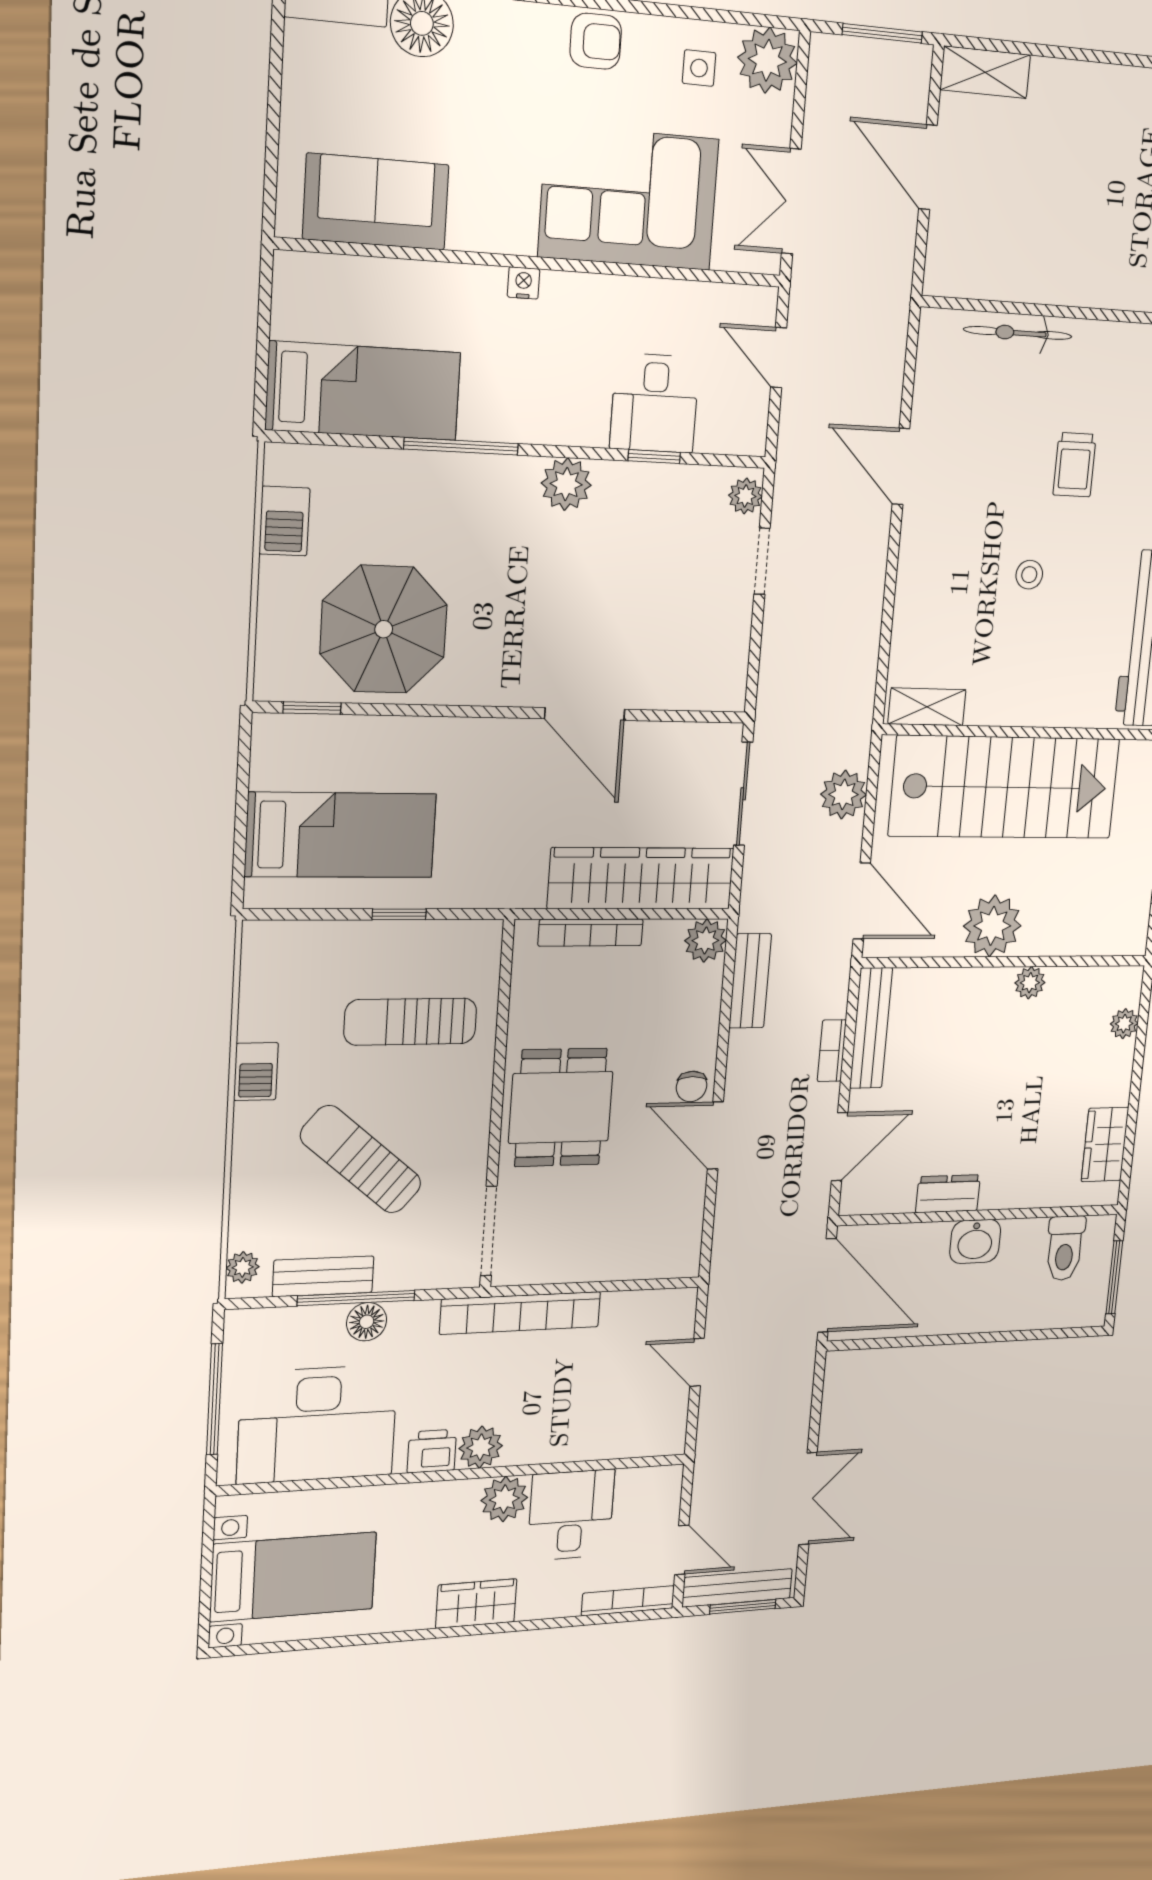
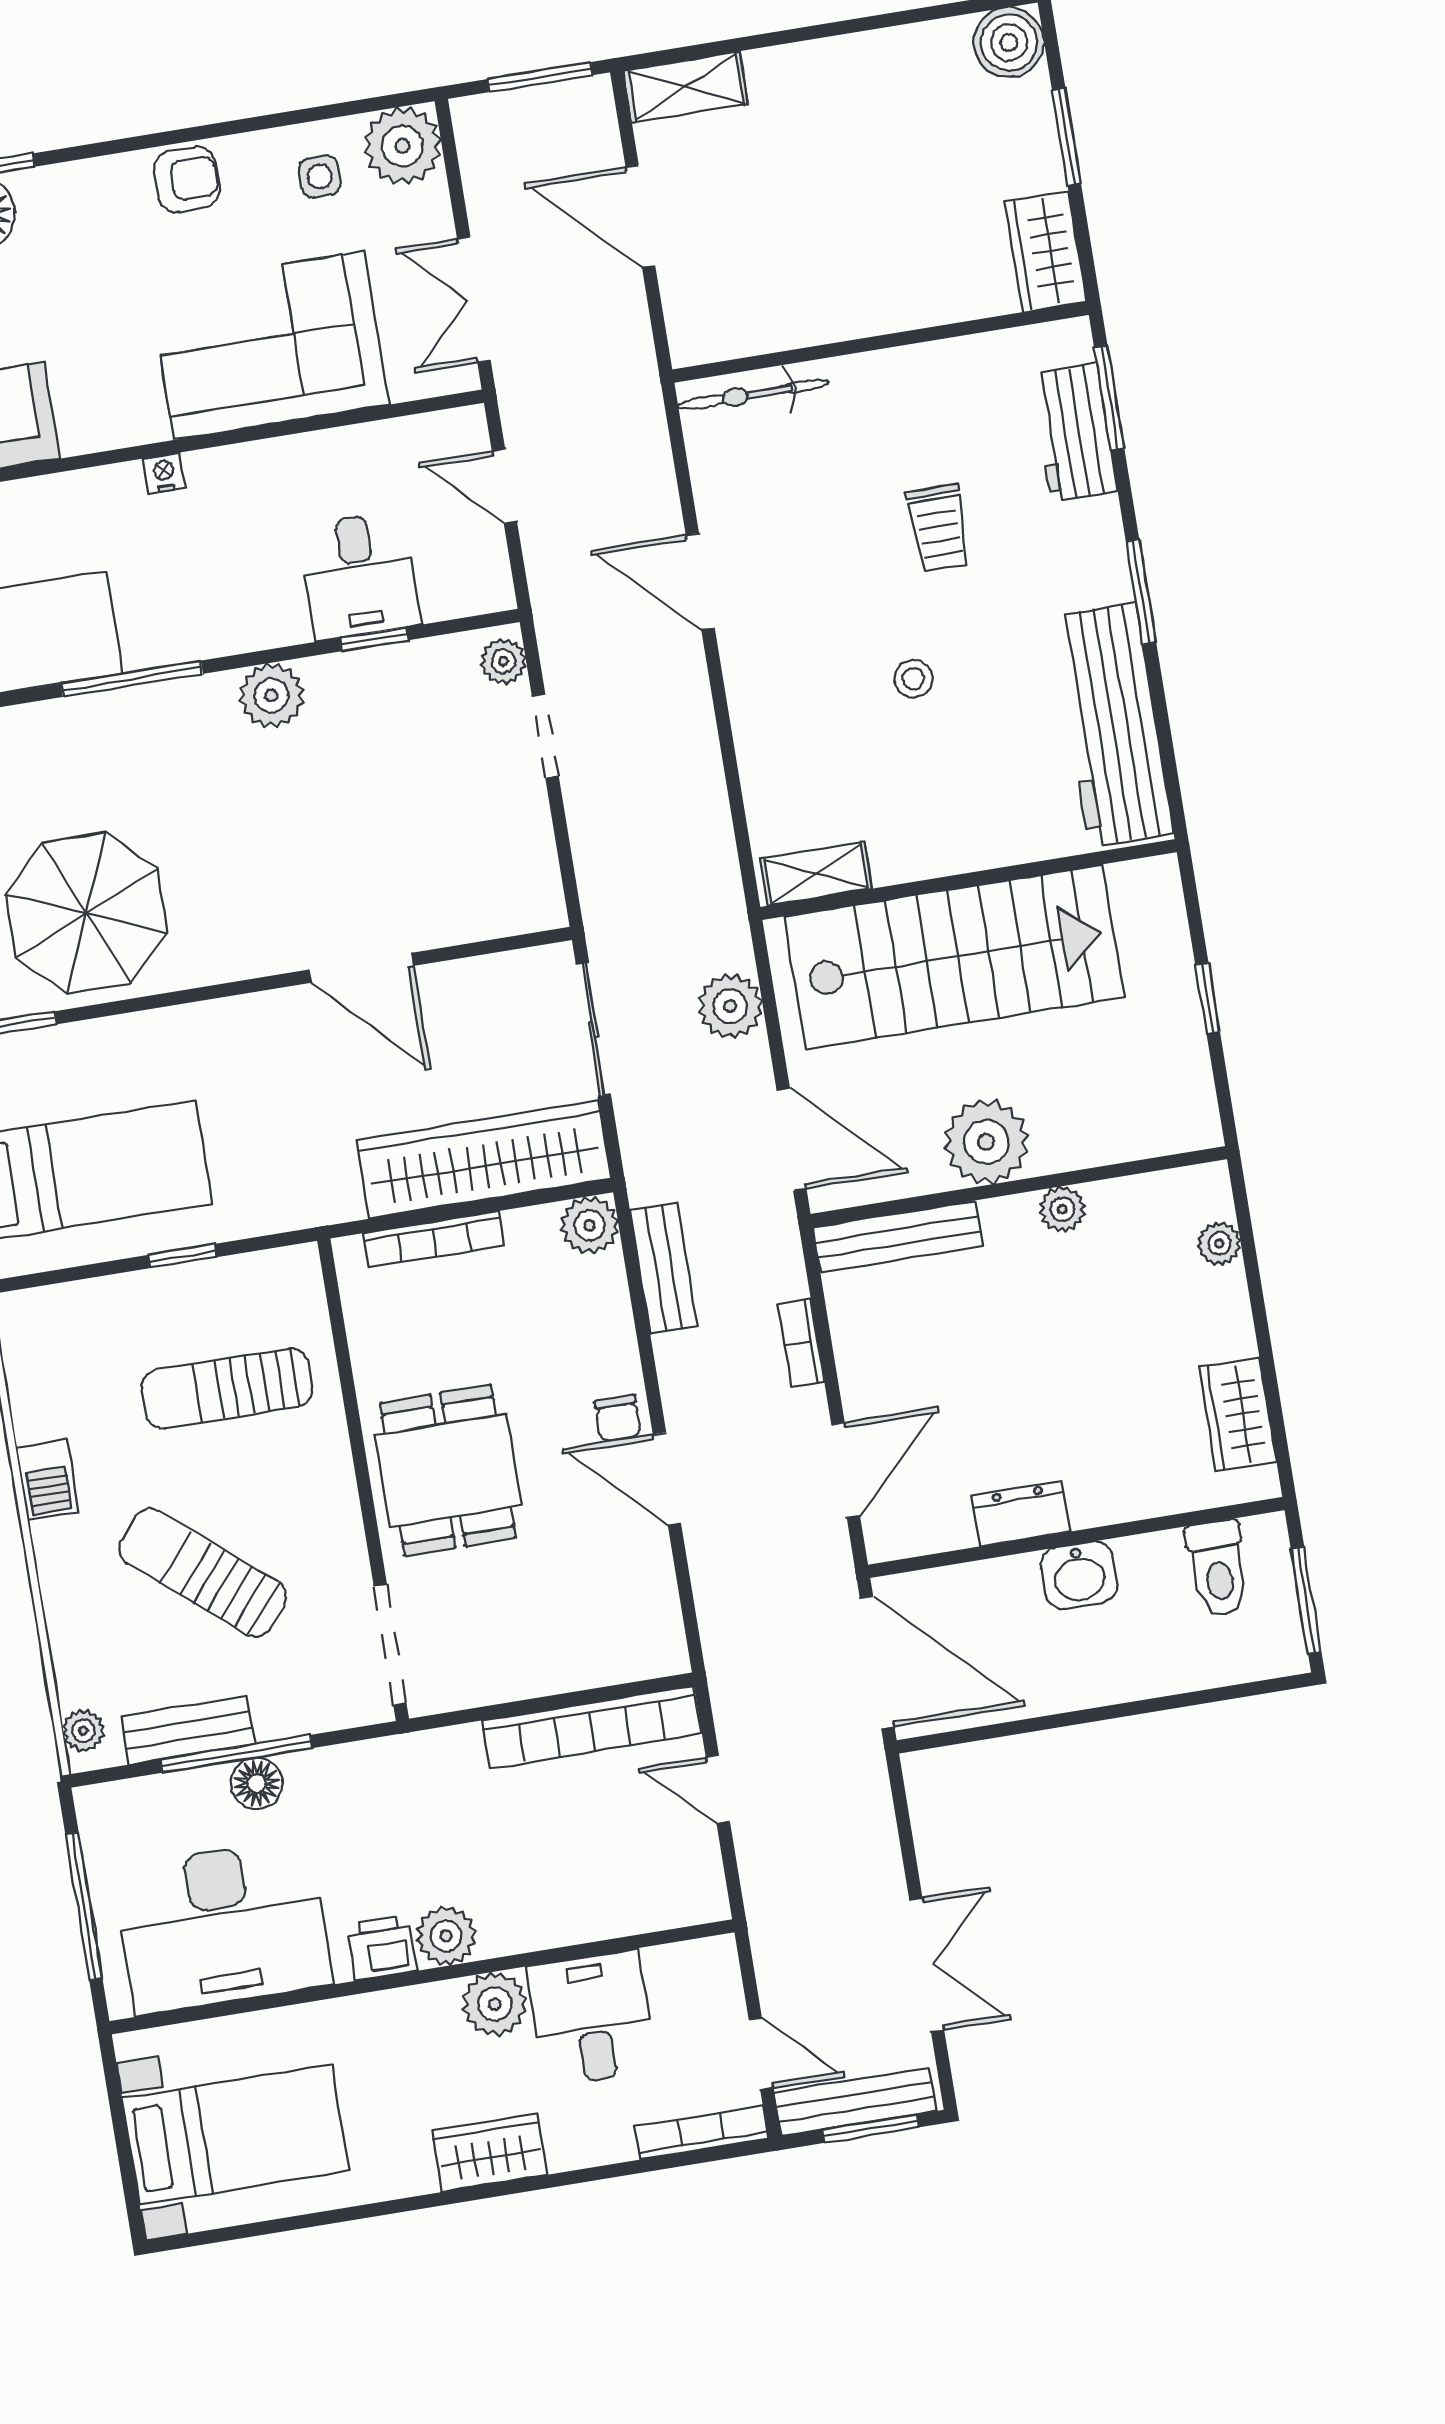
bicycle: (1018, 333) -> (753, 394), moved
bench: (871, 1028) -> (898, 1237), moved, turned 90
bookcase: (520, 1313) -> (591, 1727), moved

